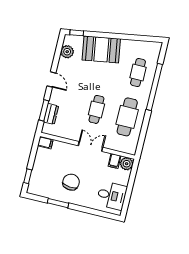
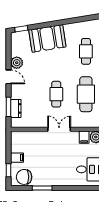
plant: (67, 52) -> (17, 63), moved
filing cabinet: (45, 143) -> (17, 158), moved
chair: (71, 182) -> (24, 177), moved, turned -96

